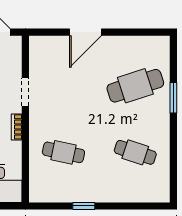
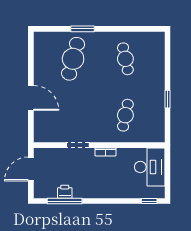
cafe table: (135, 86) -> (73, 59), turned 33
cafe table: (135, 152) -> (125, 59), turned -30

